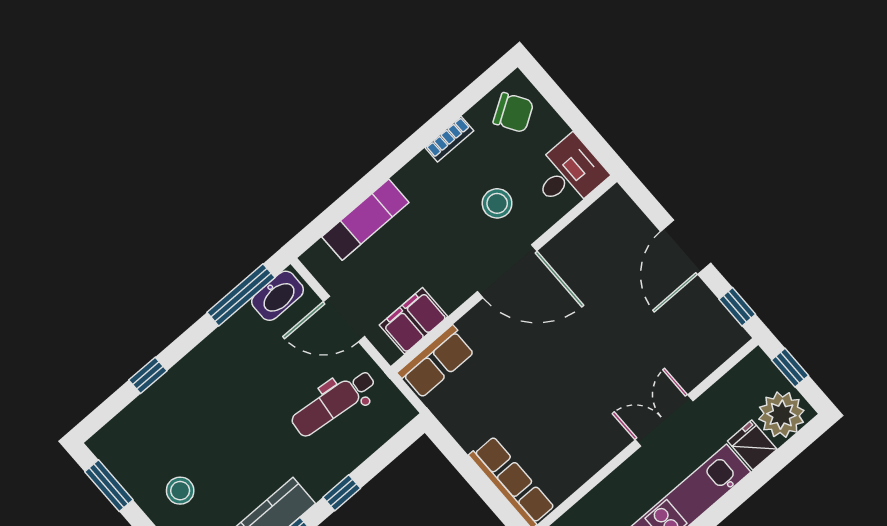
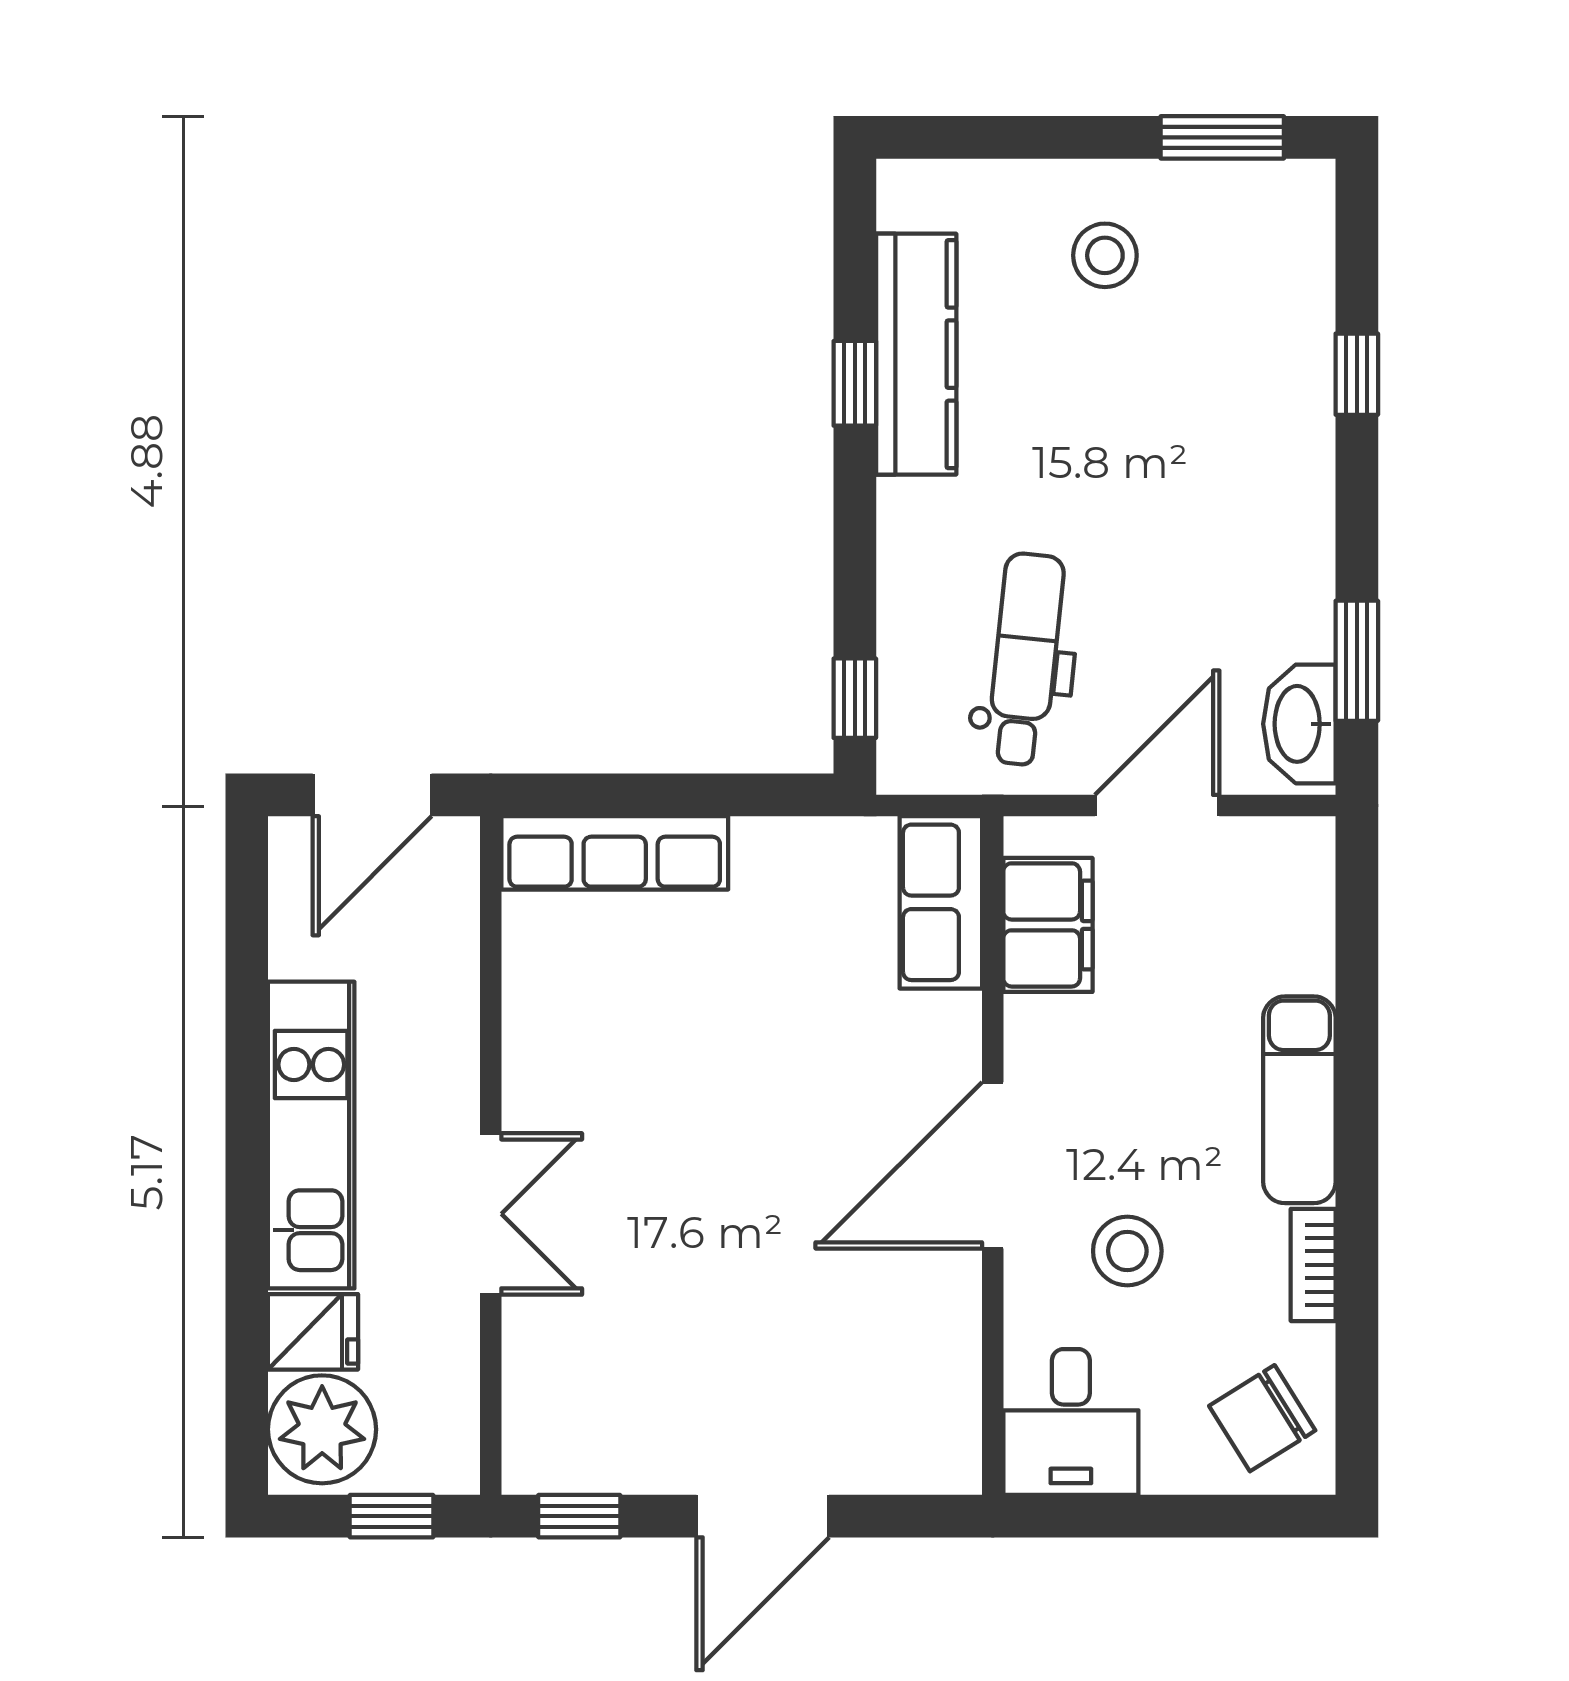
exam couch: (365, 220) -> (1299, 1100), moved
door: (686, 247) -> (763, 1516), swing flipped
window: (241, 295) -> (1357, 661), width x0.69
window: (342, 493) -> (855, 698), moved

